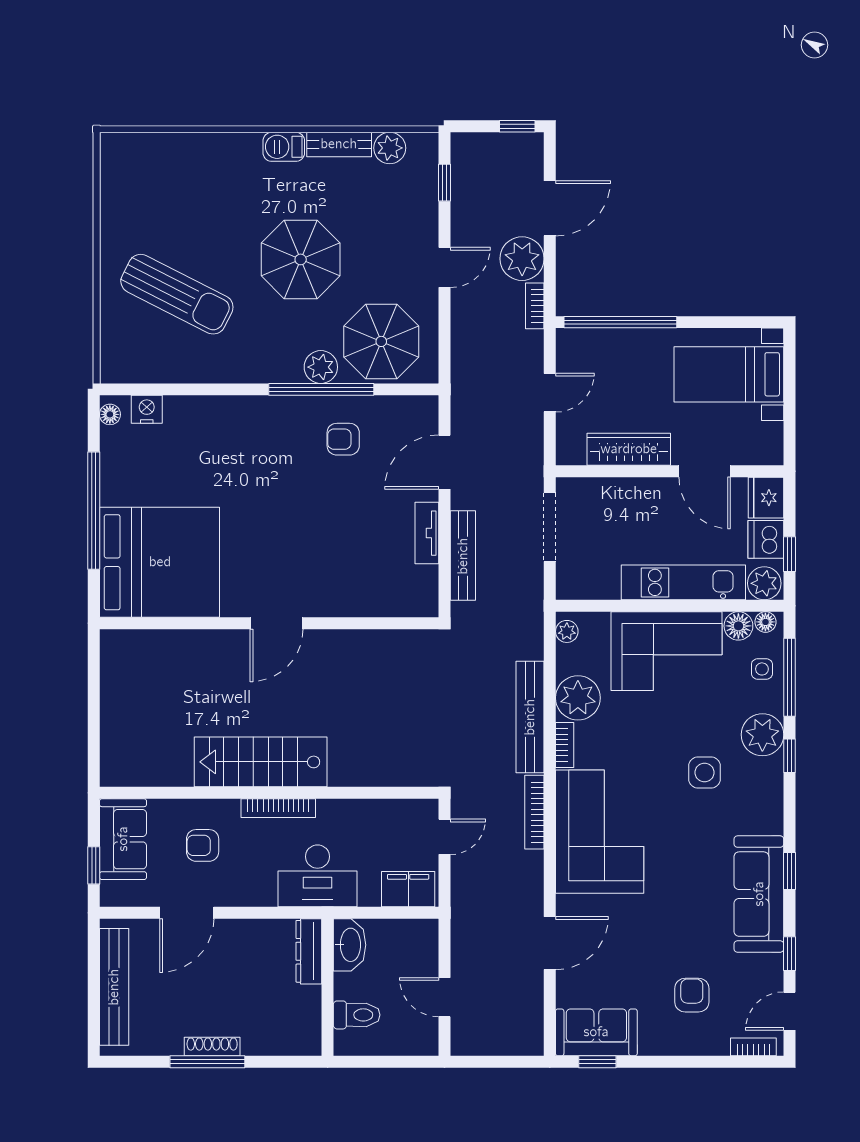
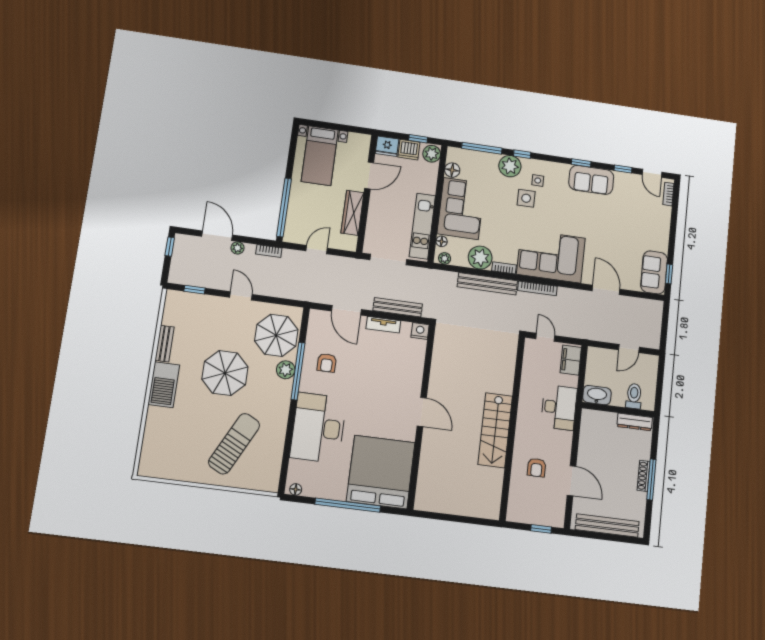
barbecue: (284, 147) -> (164, 385), width x1.88, depth x1.53
plant: (390, 148) -> (171, 317), removed
plant: (522, 259) -> (238, 248), width x0.53, depth x0.53
door: (550, 393) -> (317, 250), hinge flipped
nightstand: (147, 409) -> (420, 331), moved, turned 90
desk: (224, 440) -> (318, 428), added
kitchen unit: (683, 582) -> (422, 226), moved
floor lamp: (765, 622) -> (442, 241), moved
side table: (762, 669) -> (538, 181), moved
bookcase: (278, 808) -> (521, 424), removed
sofa: (123, 839) -> (529, 511), removed
sofa: (759, 894) -> (591, 180), width x0.73
dresser: (309, 951) -> (635, 422), moved
armchair: (692, 995) -> (639, 221), removed

